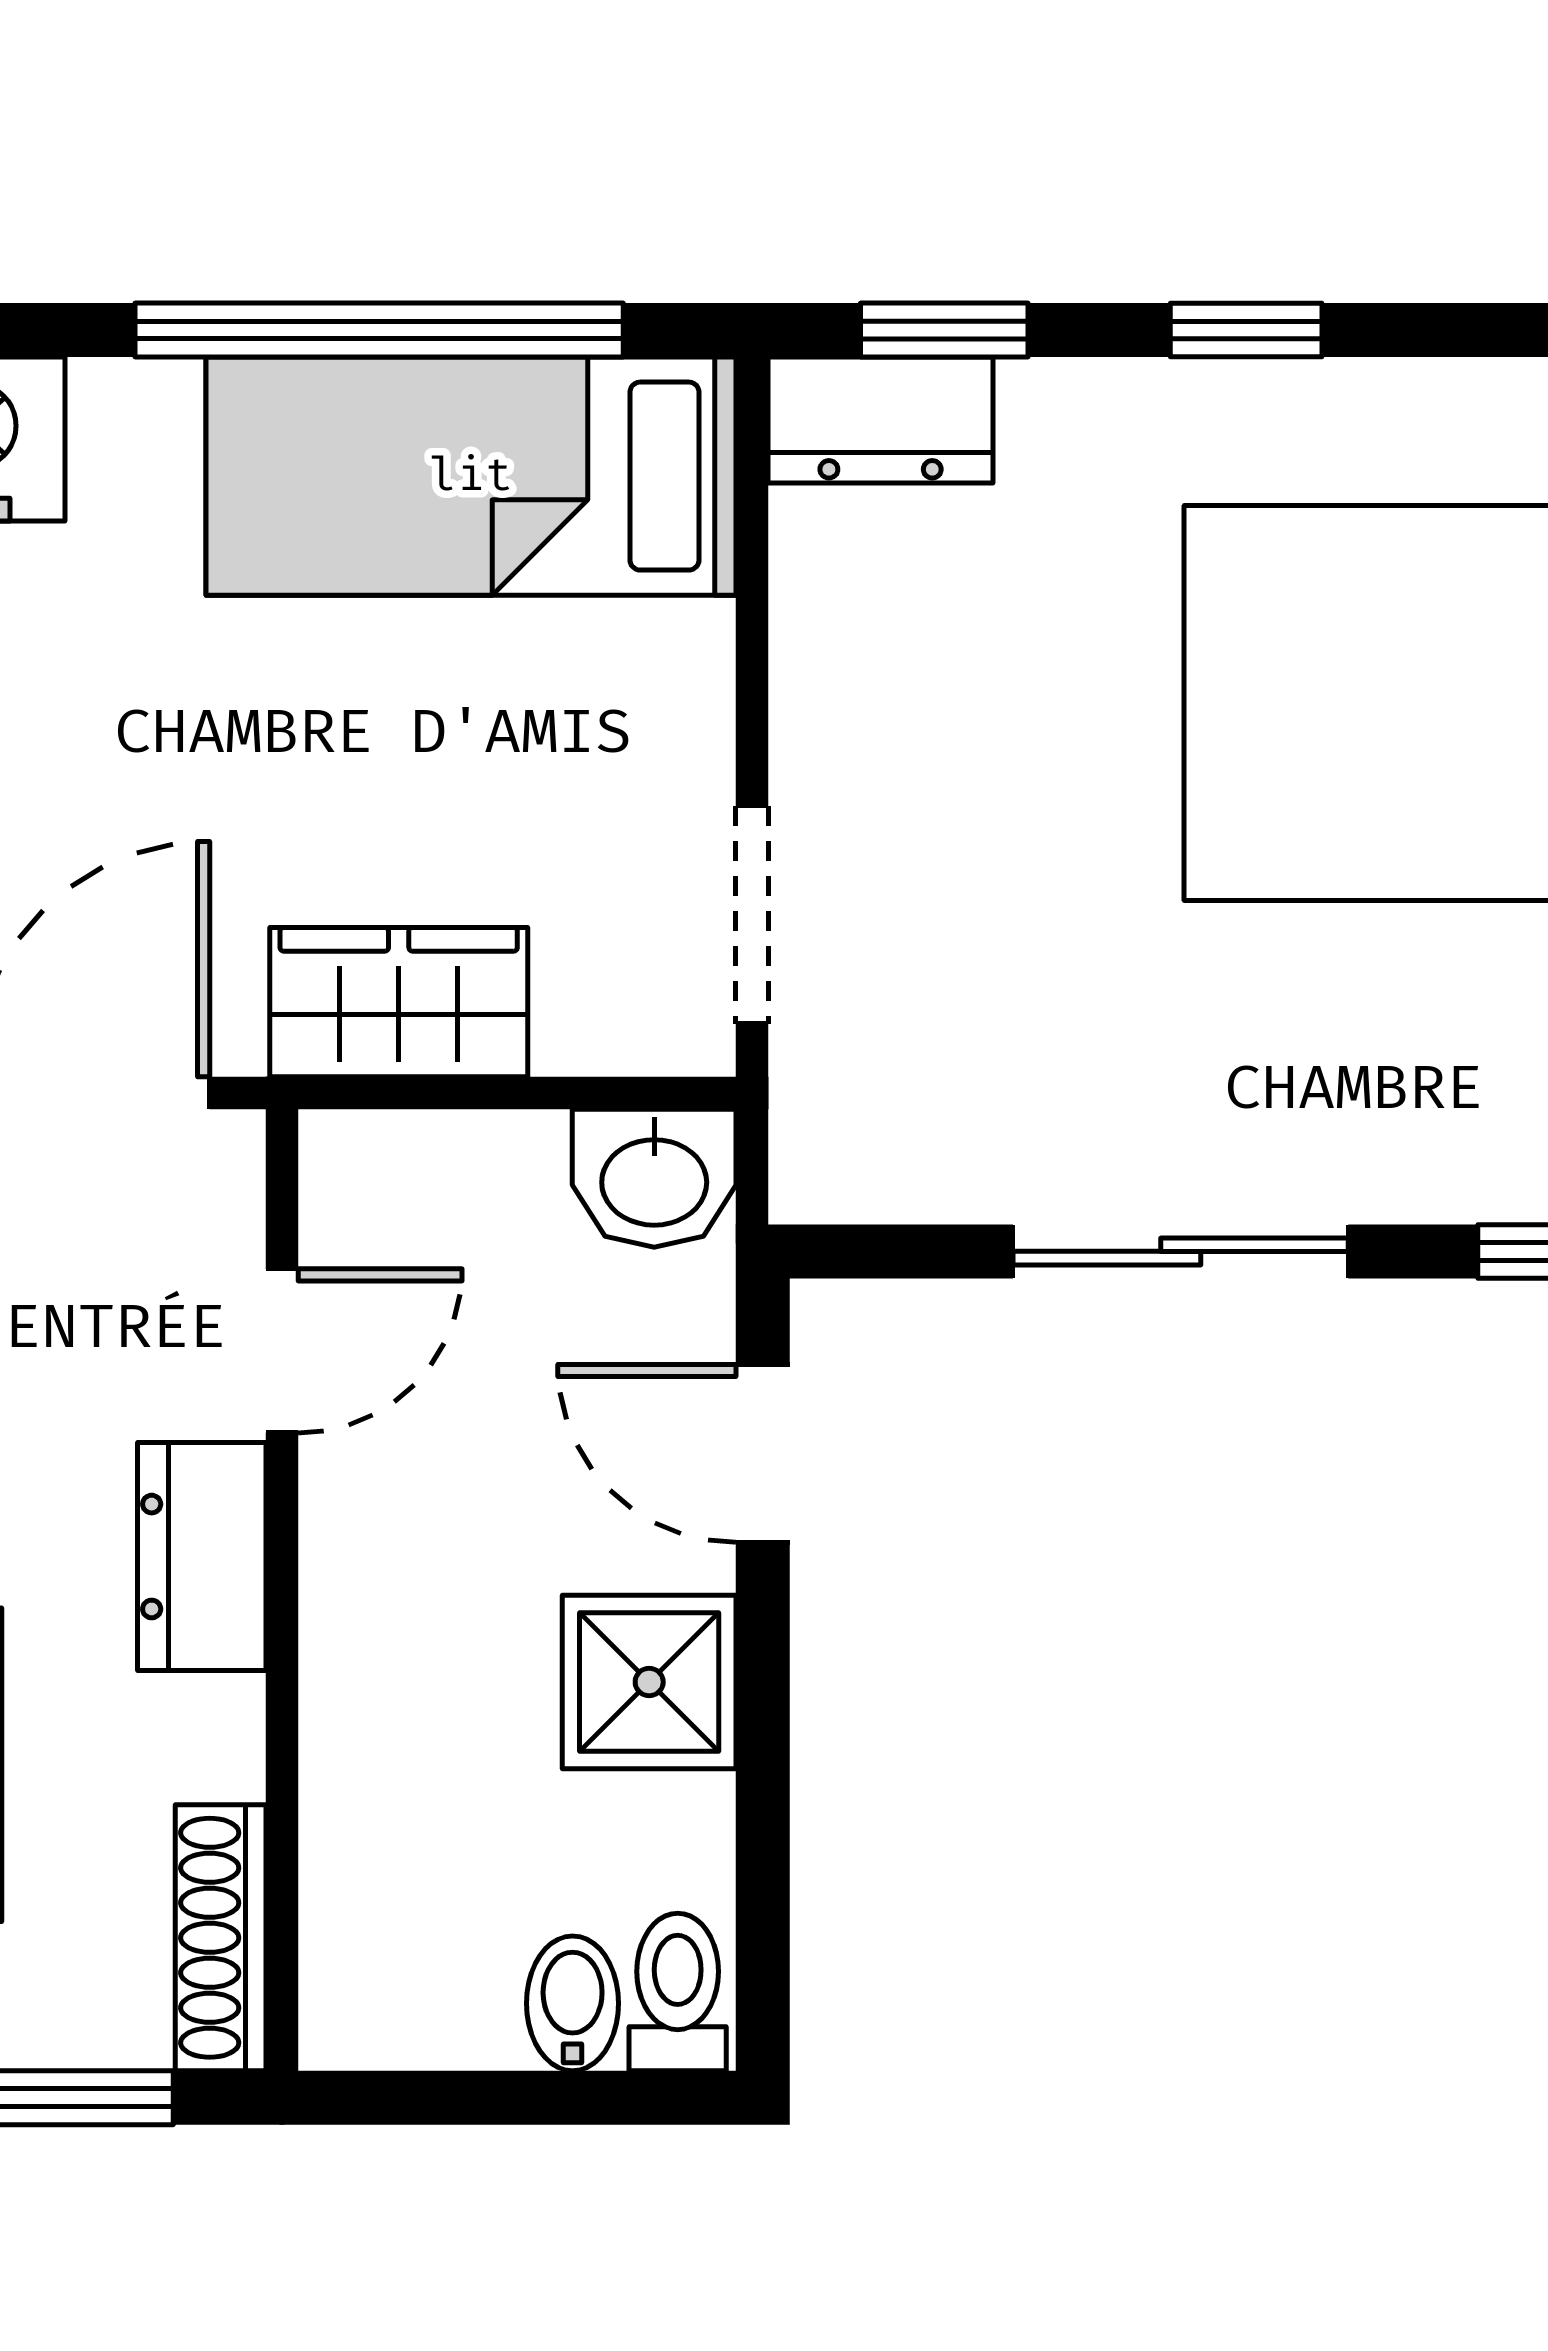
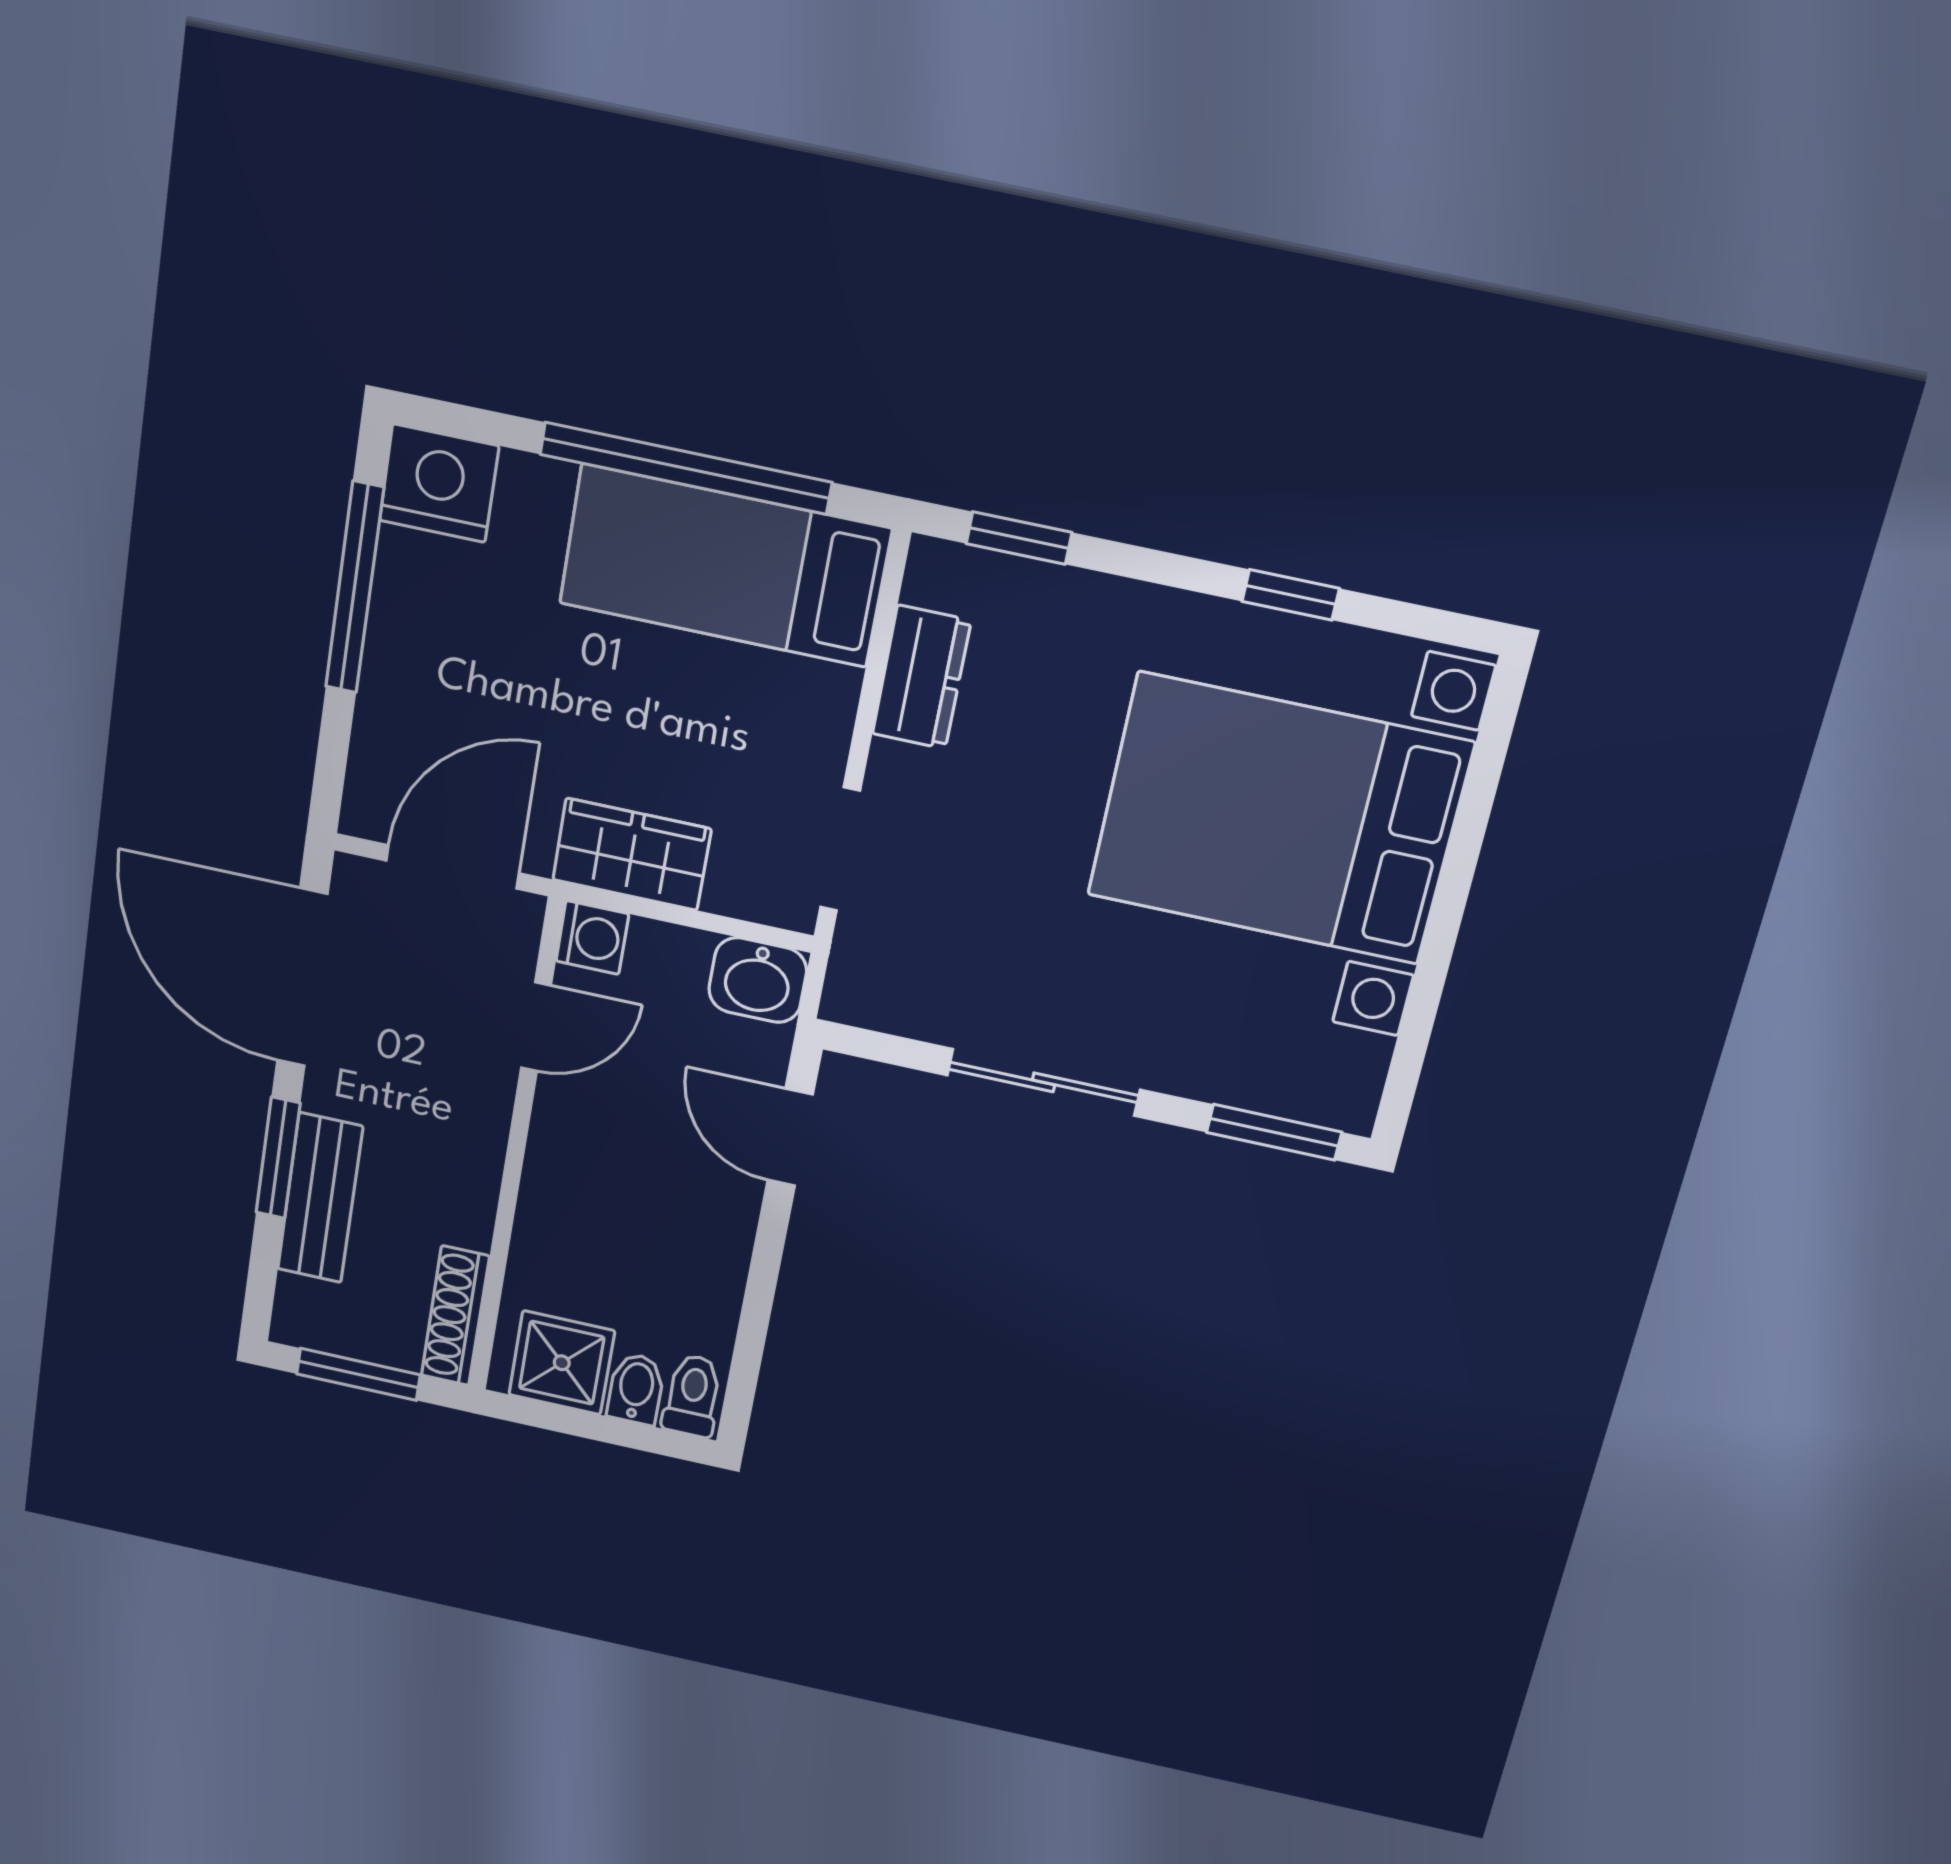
window: (1246, 330) -> (1291, 595), moved
dresser: (881, 420) -> (922, 677), moved, turned -90
washing machine: (355, 1166) -> (592, 938), added
dresser: (202, 1557) -> (475, 1124), removed
shower: (649, 1682) -> (562, 1363), moved

